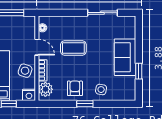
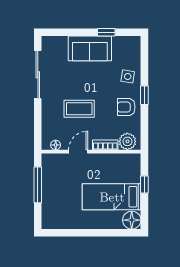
sliding door: (102, 13) -> (38, 75), width x1.37
coffee table: (73, 48) -> (79, 109), turned 90
side table: (25, 71) -> (106, 165), removed
nightstand: (29, 95) -> (134, 161), removed

